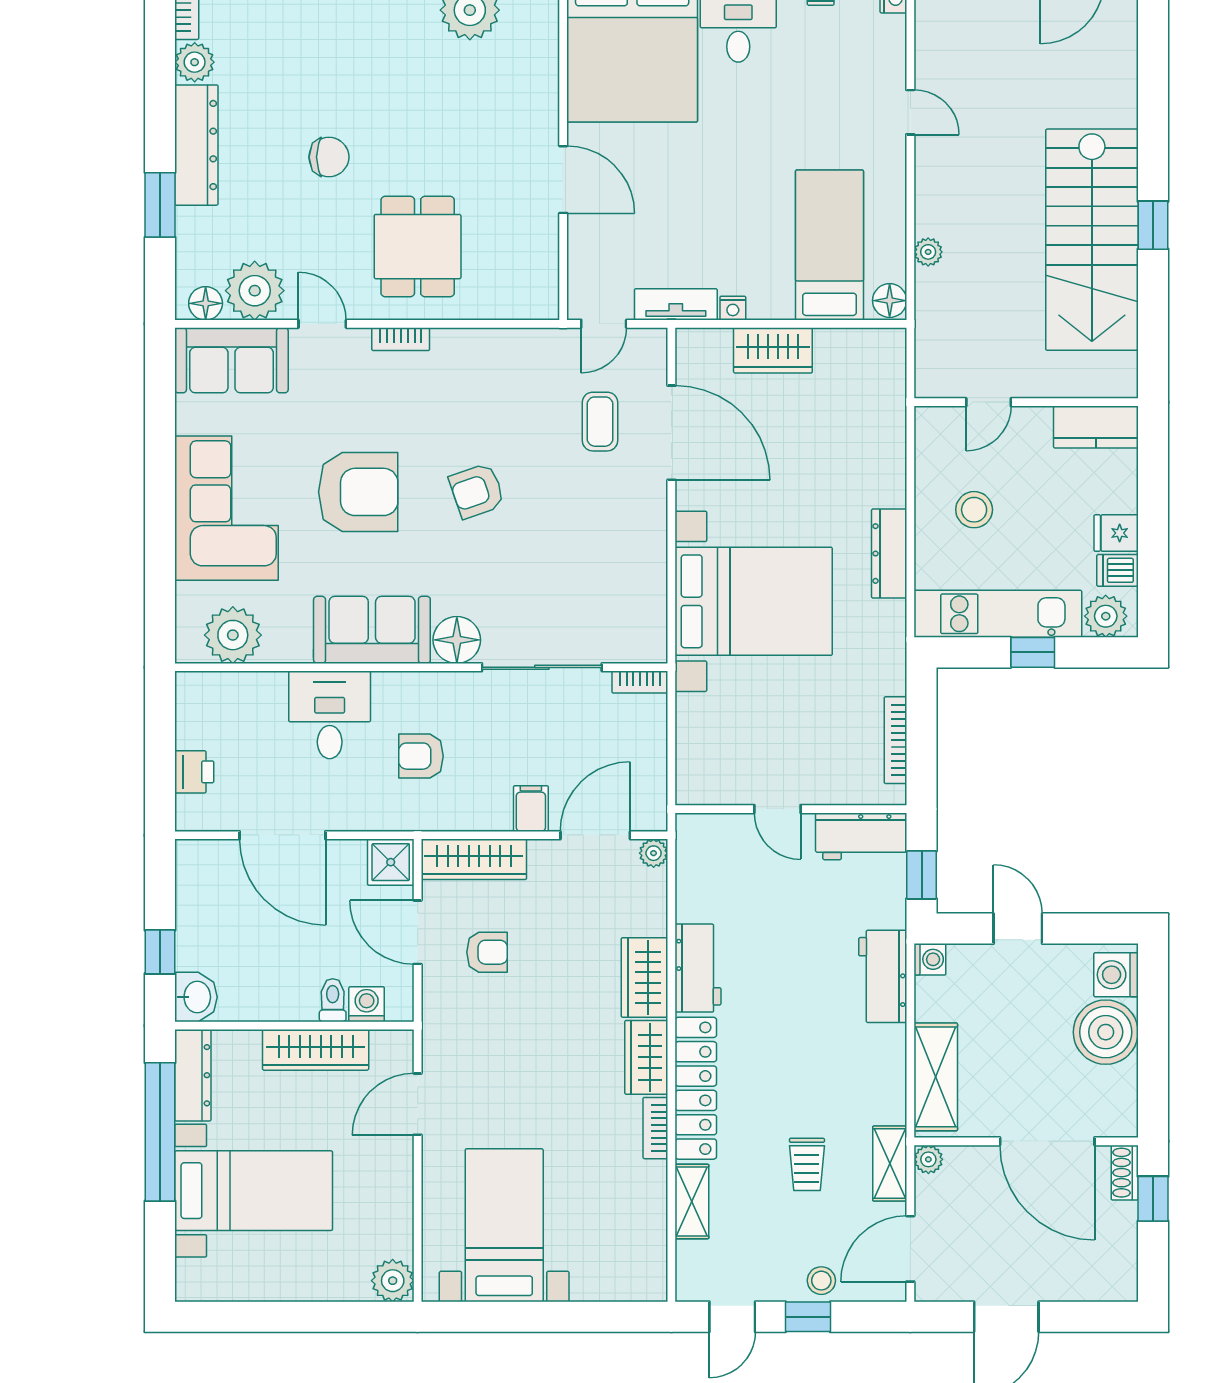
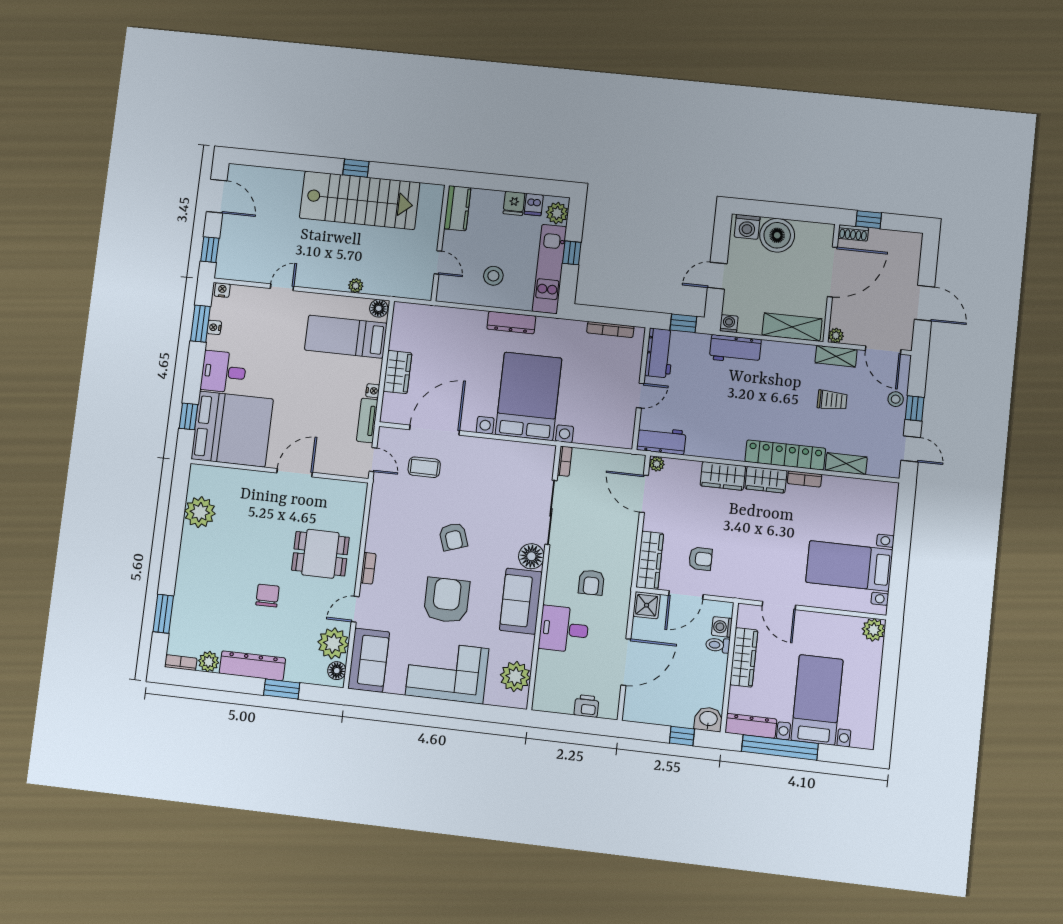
filing cabinet: (531, 809) -> (626, 527), removed
armchair: (487, 952) -> (700, 559), turned 90
workbench: (698, 968) -> (661, 440), moved

